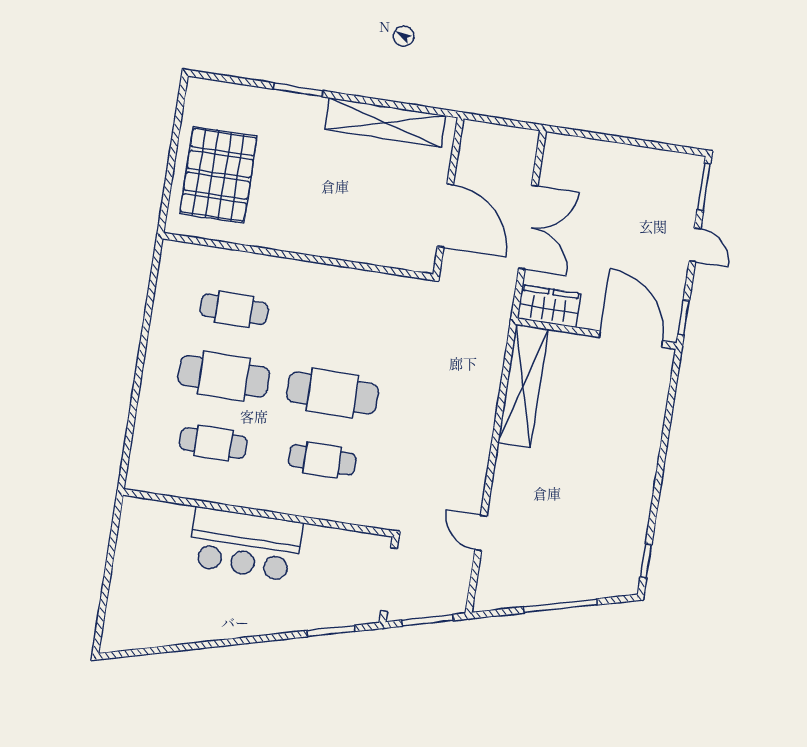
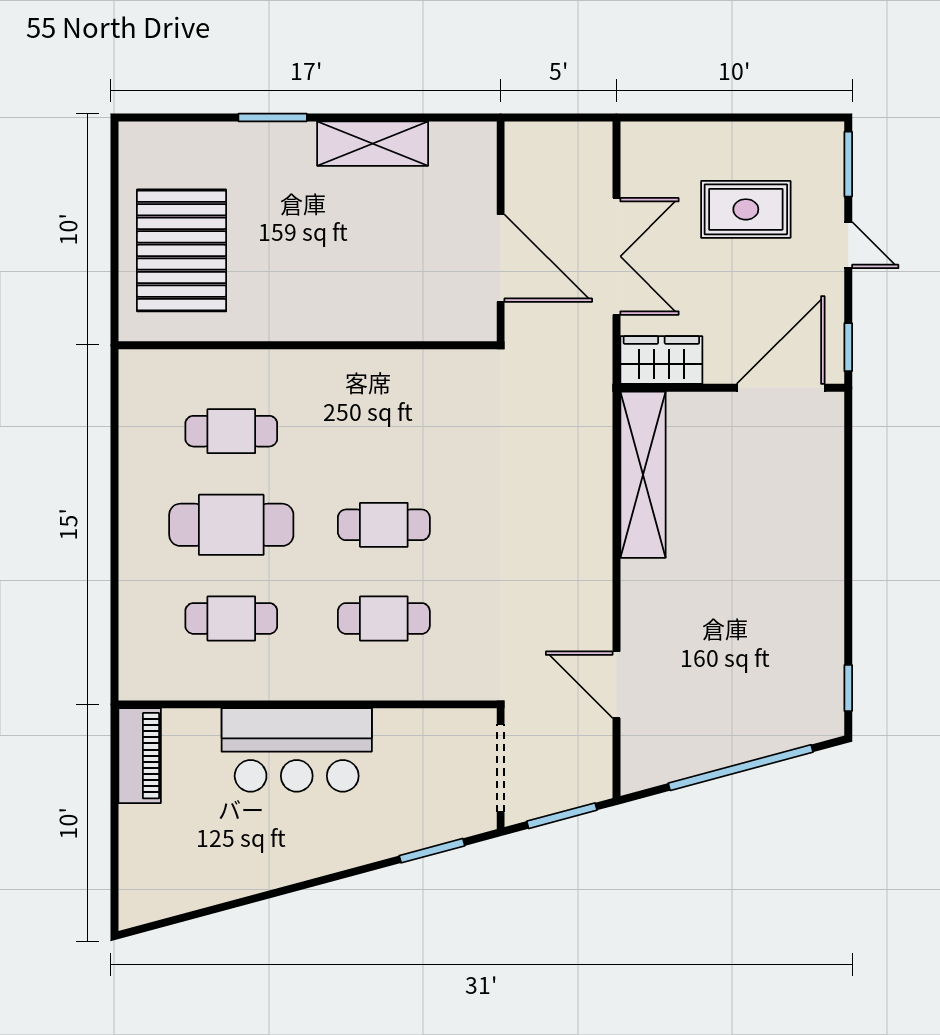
shelving: (385, 122) -> (373, 144), width x0.68
rug: (626, 208) -> (746, 209), added
door: (631, 339) -> (781, 388), hinge flipped
cafe table: (333, 393) -> (384, 525), width x0.73, depth x0.74
piano: (133, 531) -> (140, 756), added
door: (481, 533) -> (616, 685), width x1.38
window: (560, 606) -> (741, 768), width x1.46

